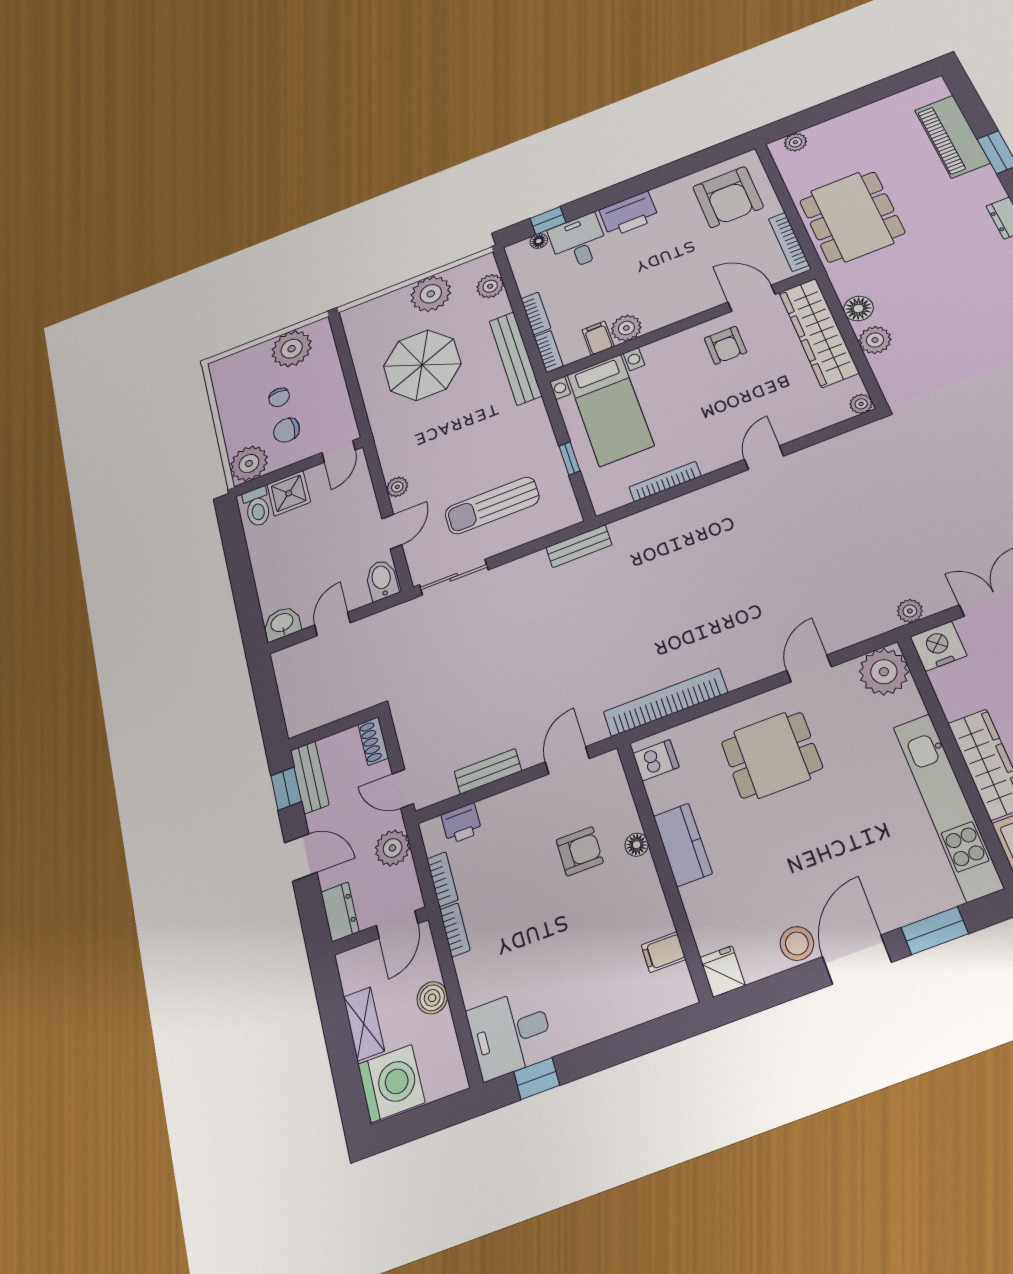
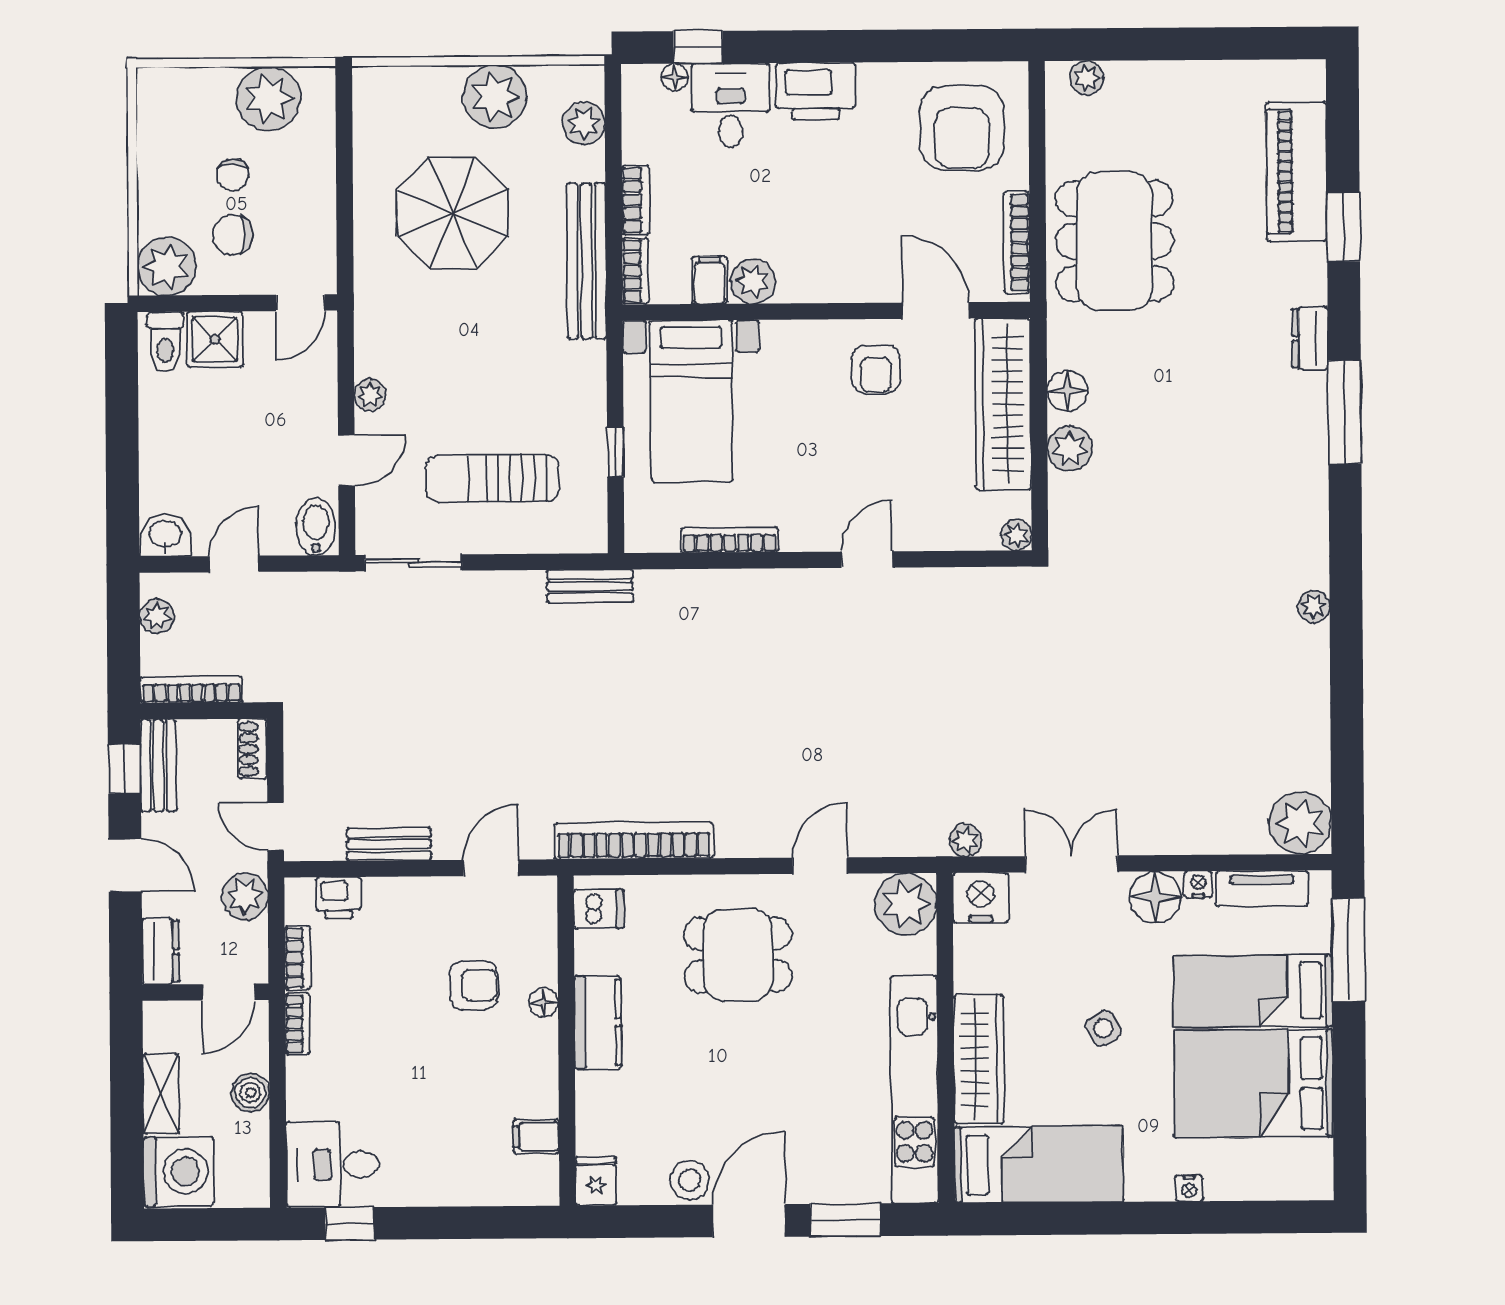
plant: (287, 677) -> (157, 616), added
bookcase: (321, 717) -> (191, 690), added

